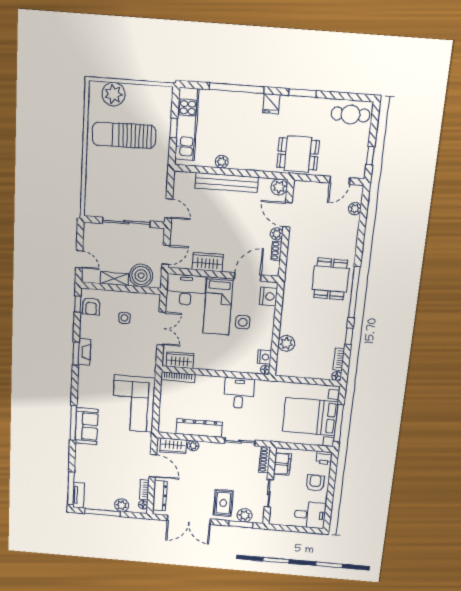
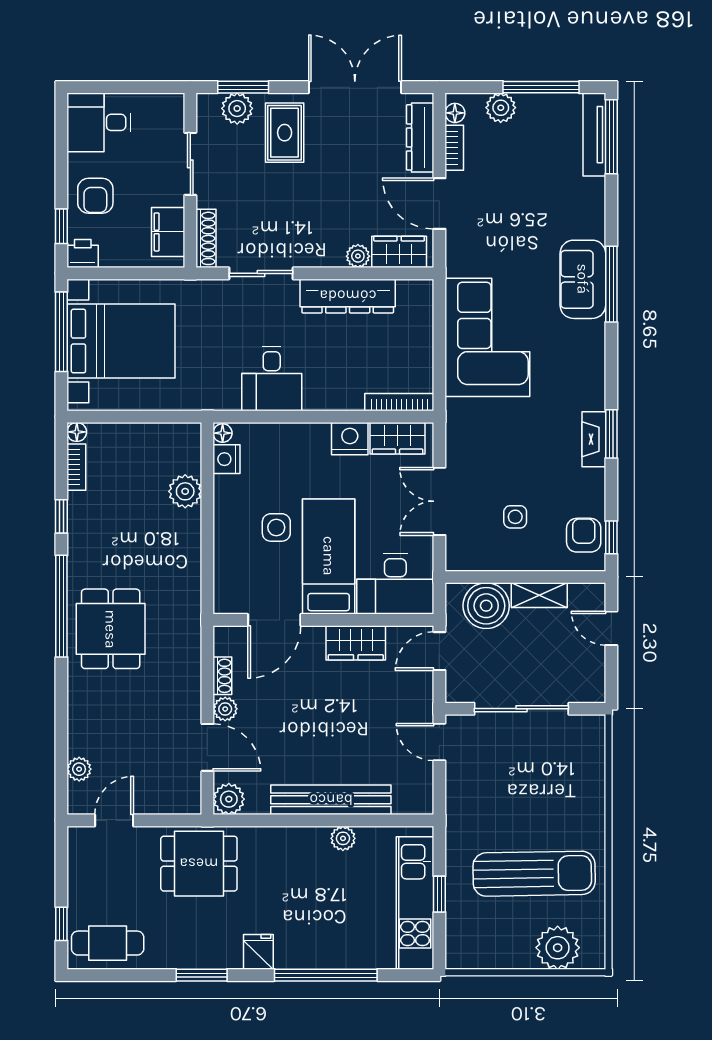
window: (370, 156) -> (61, 924), moved
nightstand: (269, 296) -> (350, 439), moved, turned 90
window: (333, 471) -> (61, 226), added
tv unit: (79, 495) -> (594, 135), width x1.41

